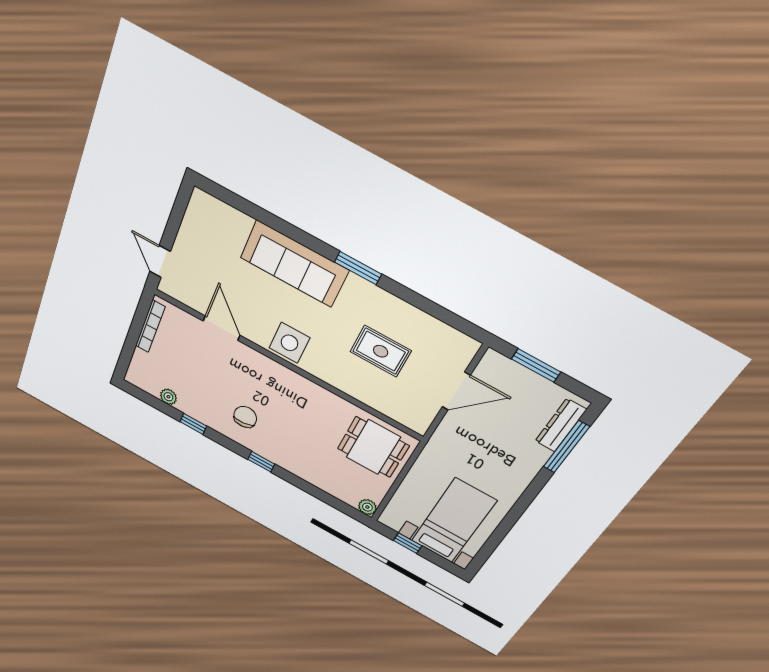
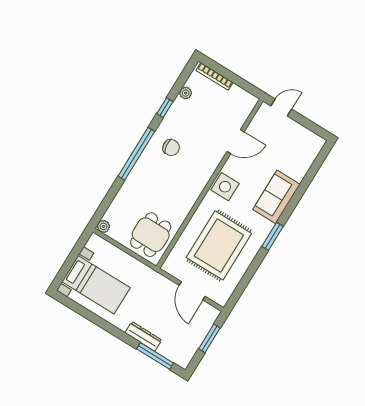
sofa: (294, 264) -> (276, 197), width x0.73
bookcase: (150, 326) -> (214, 76), moved
rug: (381, 351) -> (219, 245), width x1.86, depth x2.06
dresser: (561, 425) -> (143, 336), moved
window: (261, 462) -> (136, 154), width x3.17
window: (408, 543) -> (76, 252), removed

